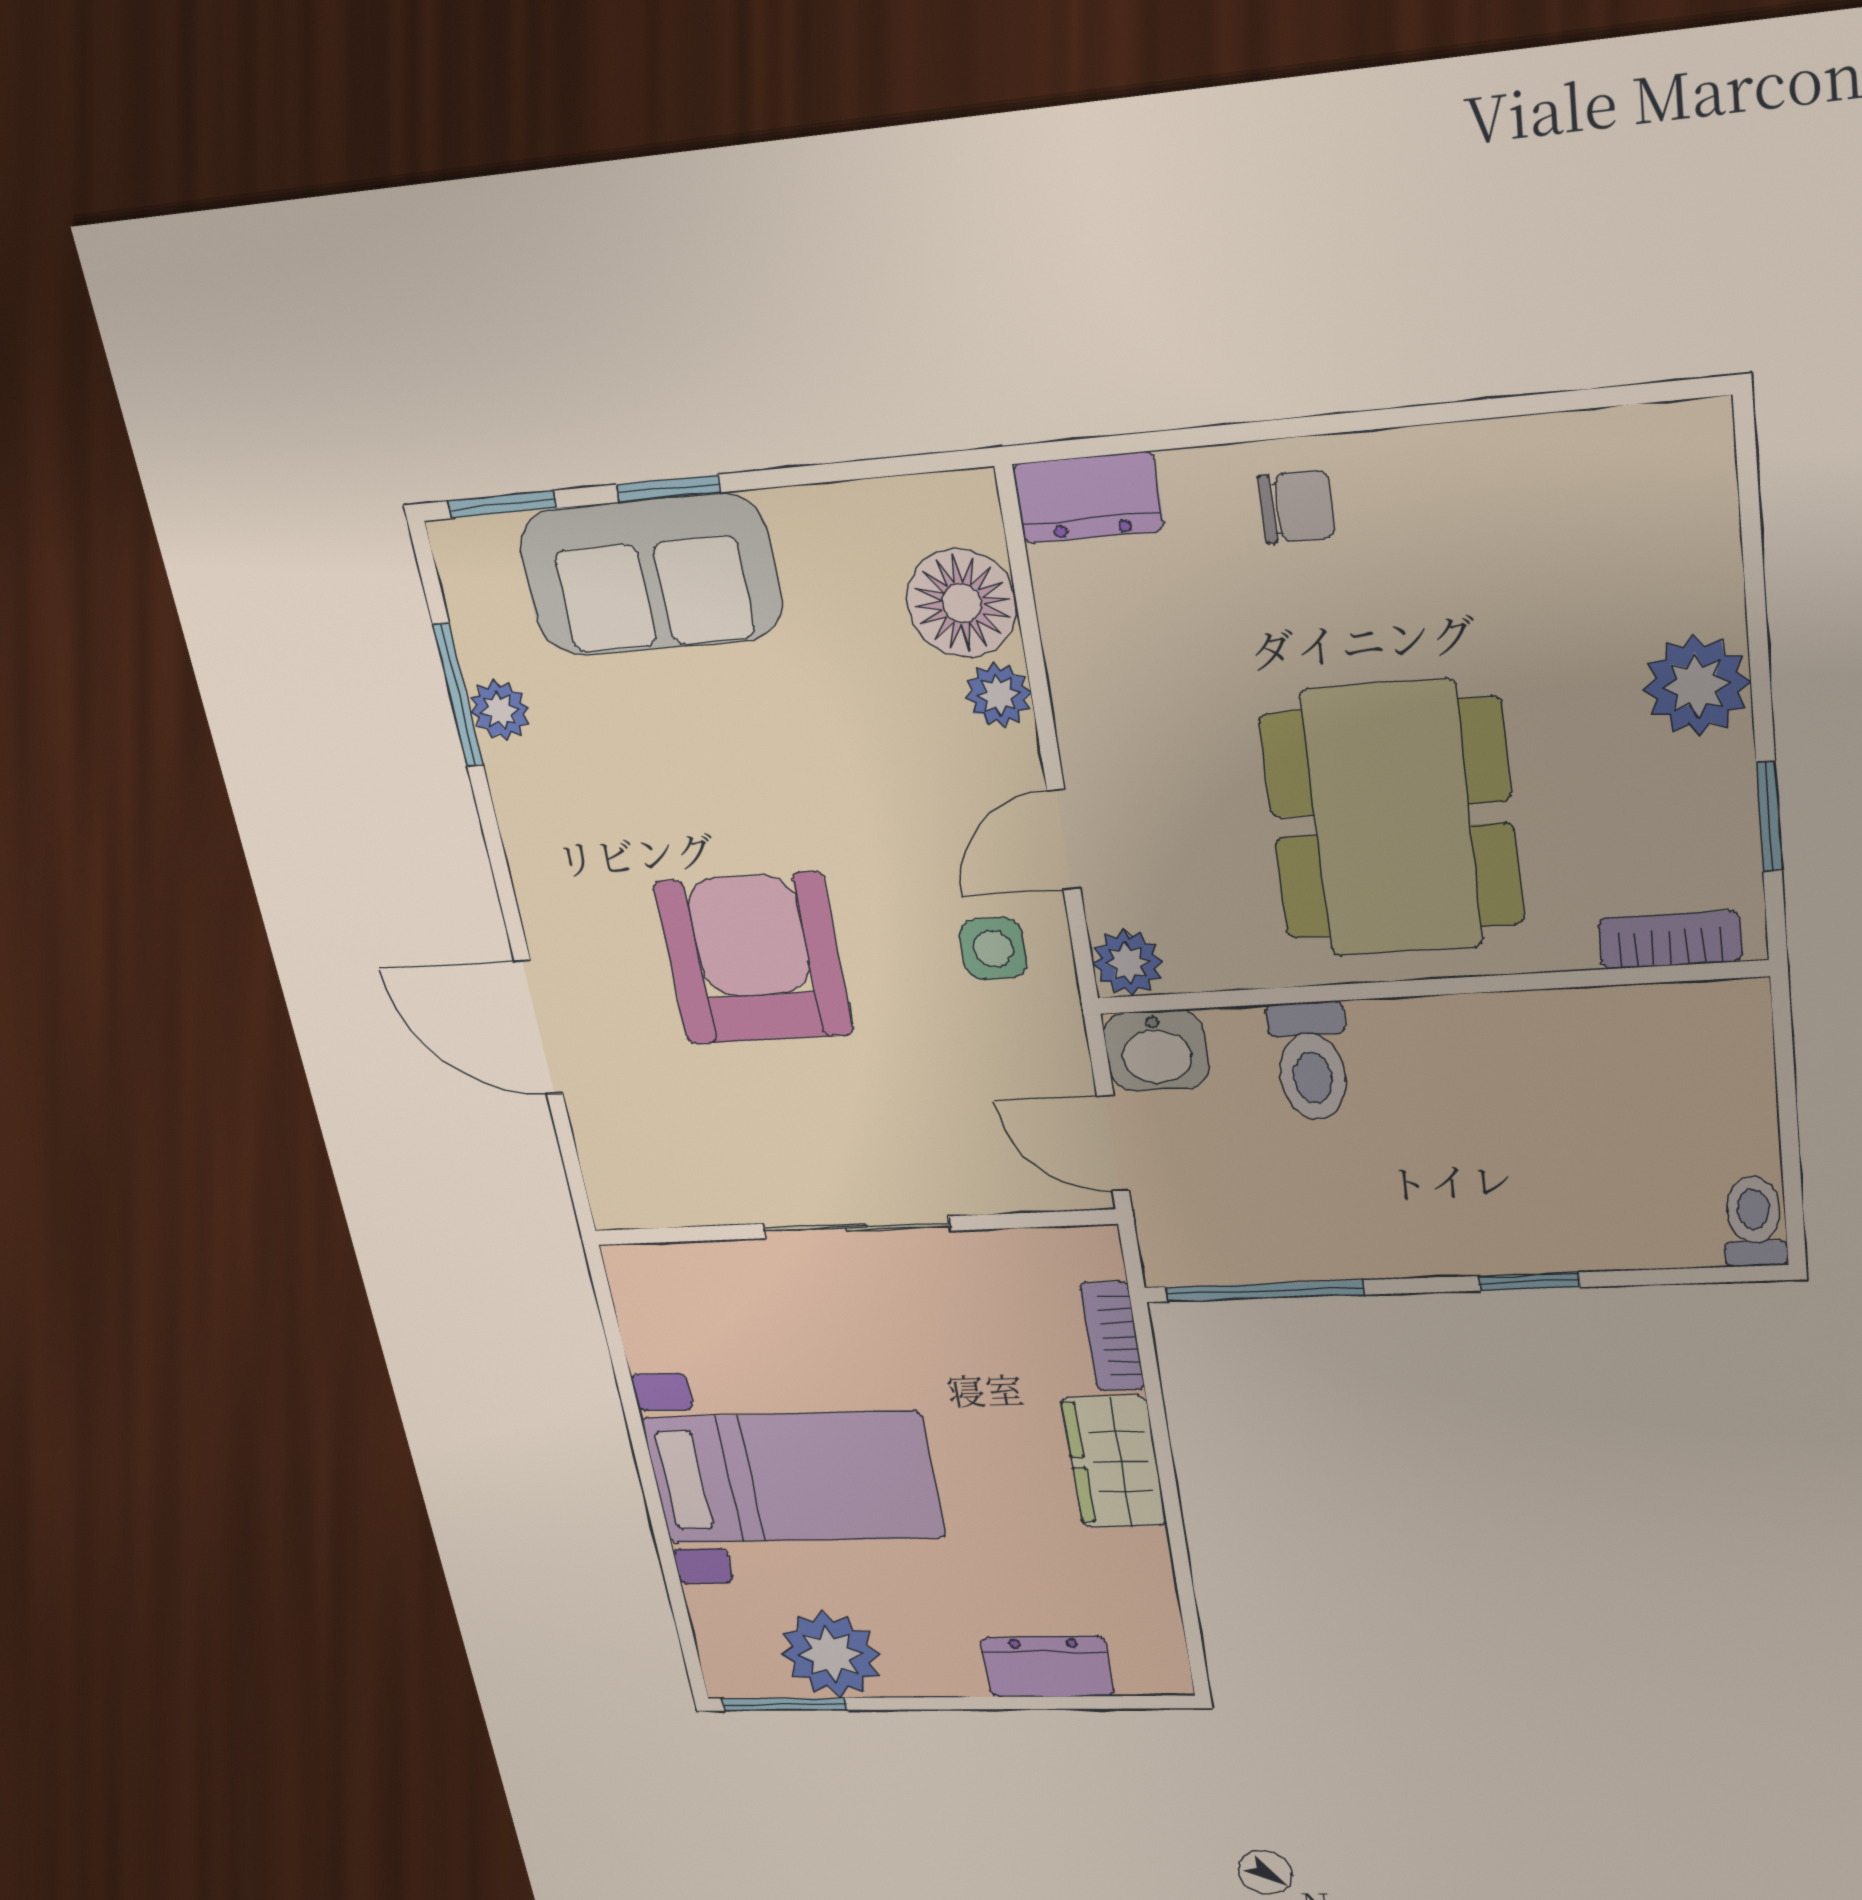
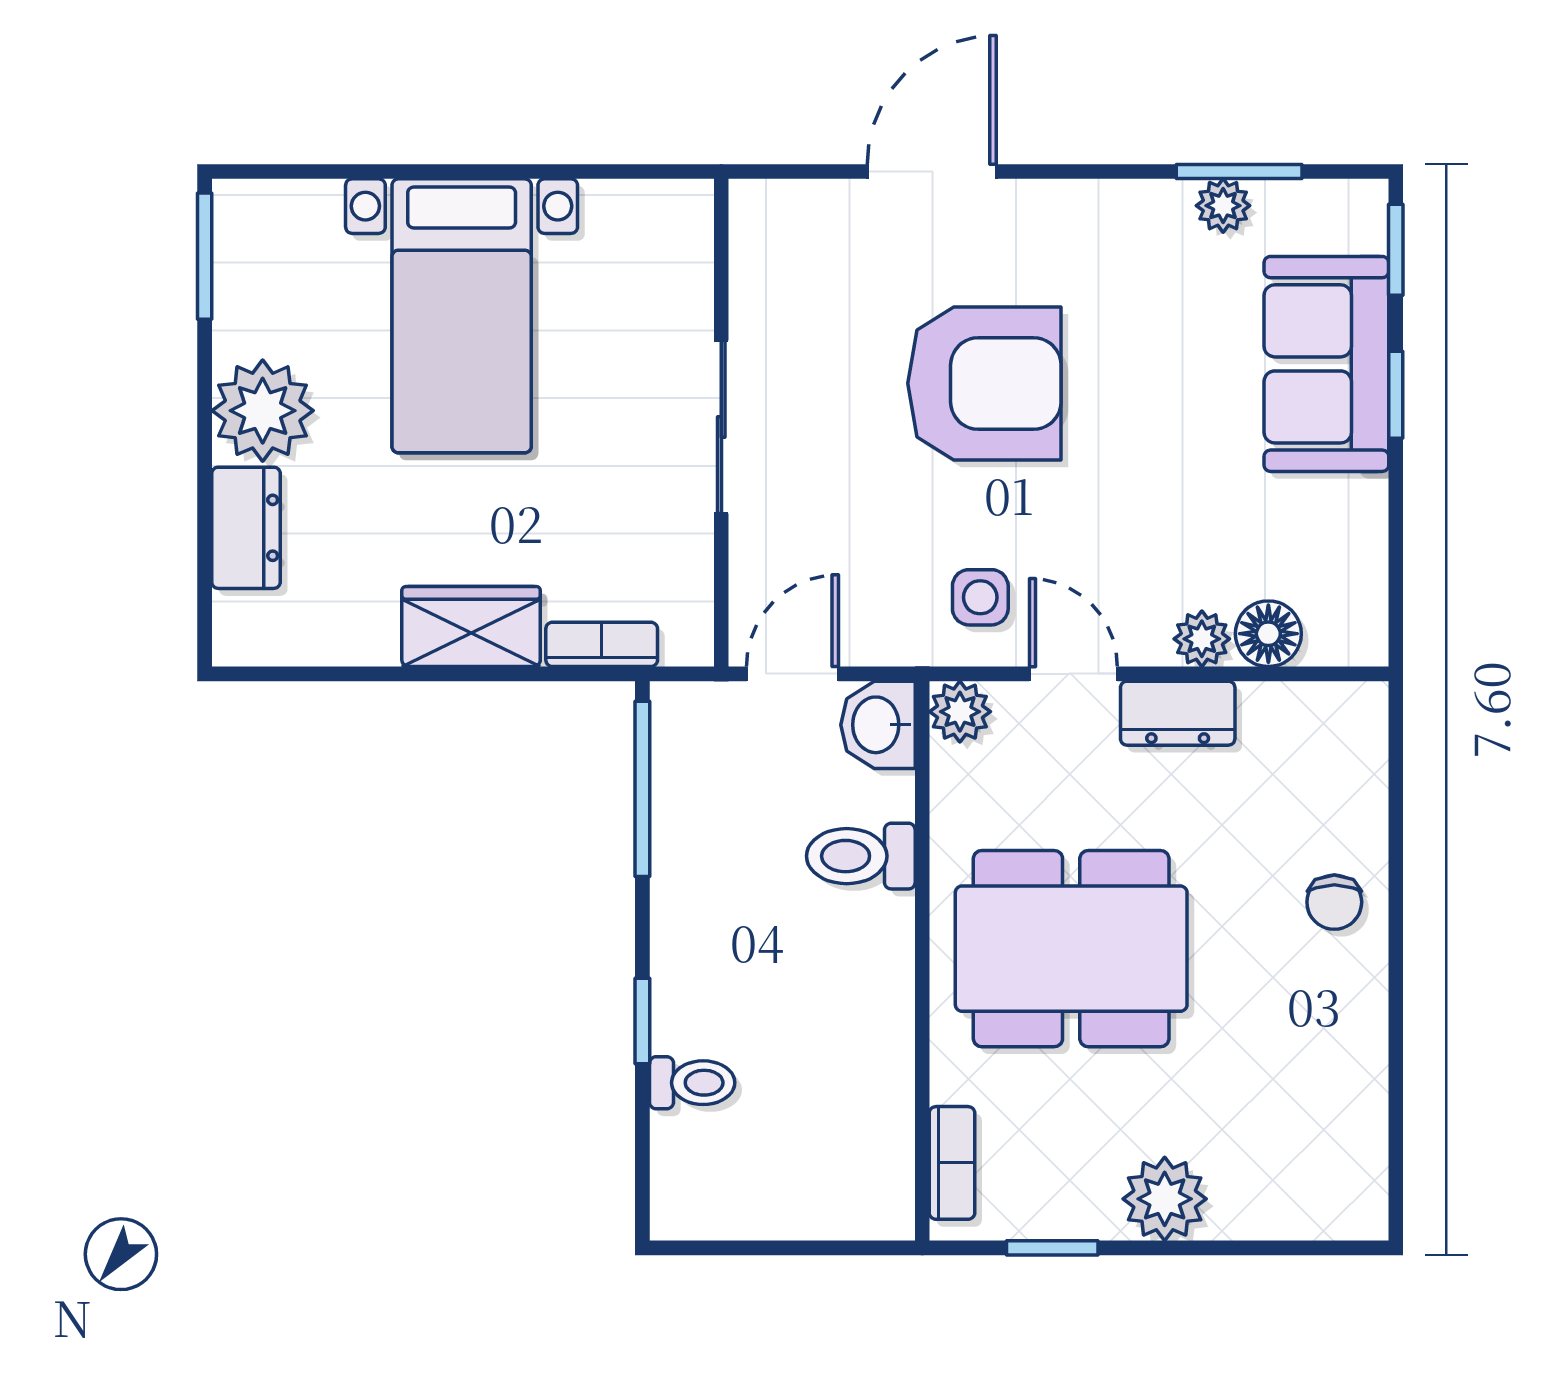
dresser: (1088, 498) -> (1178, 713), moved, turned -90
floor lamp: (962, 603) -> (1268, 634), width x0.73, depth x0.73
toilet: (1754, 1222) -> (692, 1083), moved
plant: (831, 1654) -> (263, 411), moved

